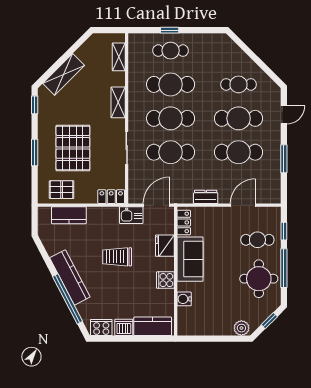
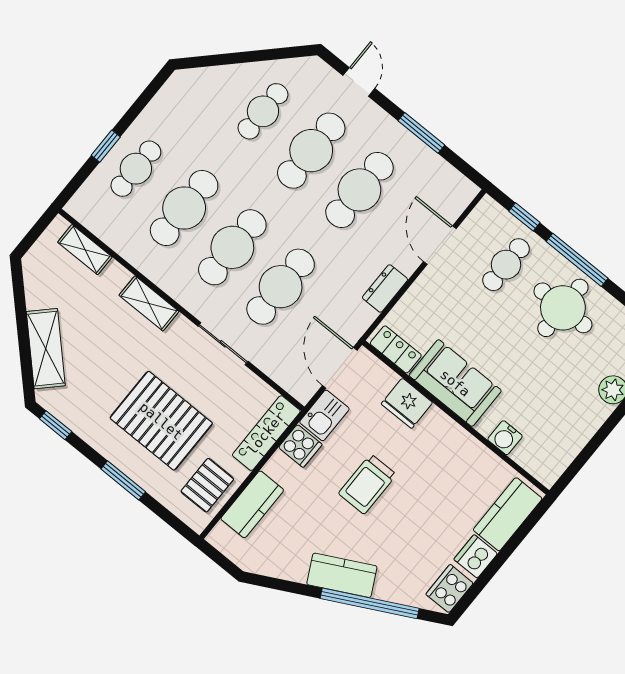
locker: (111, 197) -> (266, 433), width x1.53
kitchen counter: (70, 277) -> (342, 575), width x0.67
cooker: (165, 280) -> (300, 446), moved, turned -90

